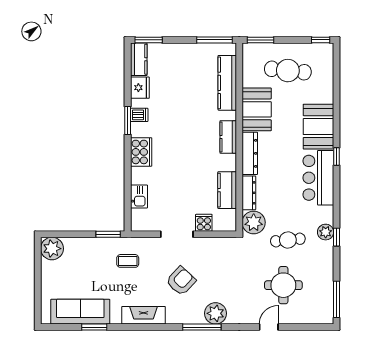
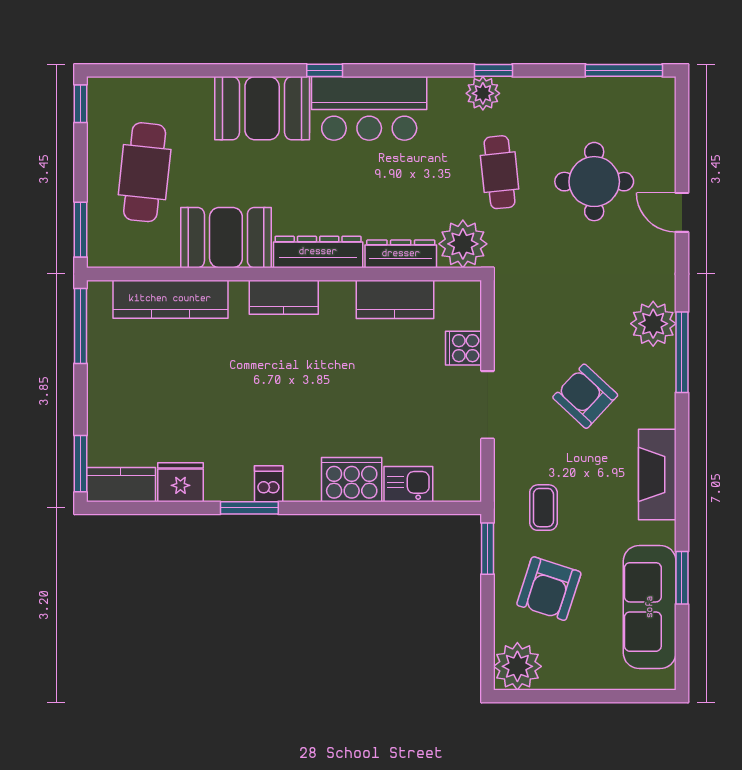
dishwasher: (139, 115) -> (269, 484), moved
cooker: (141, 152) -> (352, 480), moved
armchair: (89, 264) -> (549, 589), added

